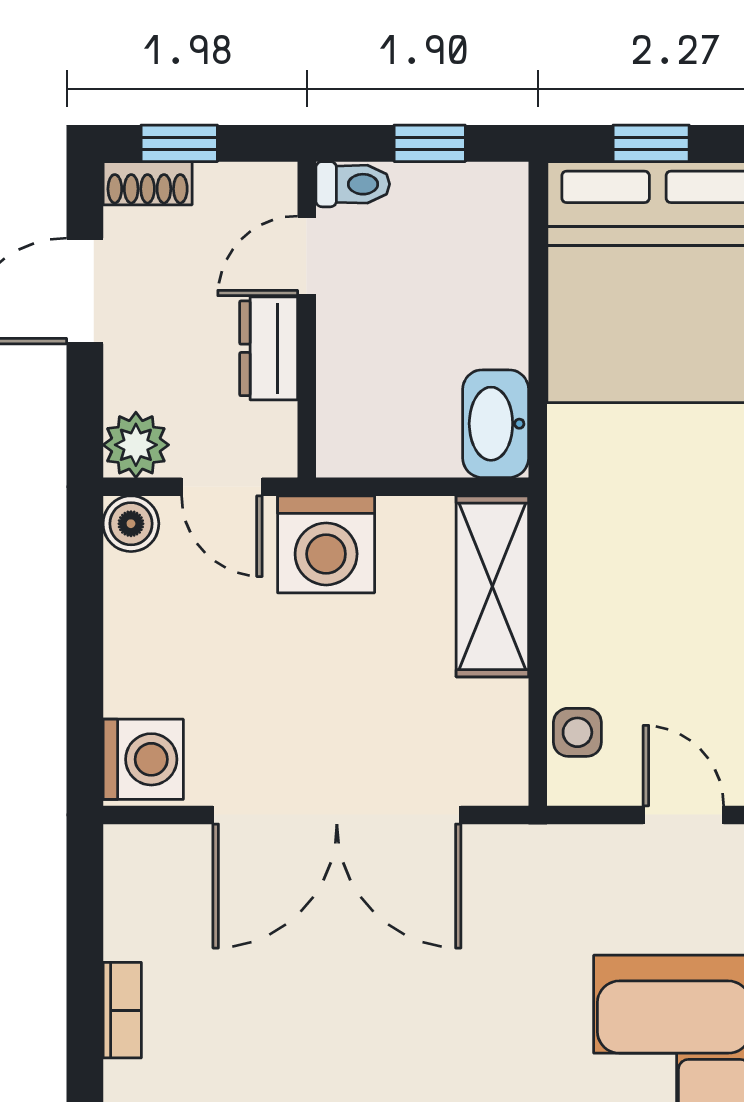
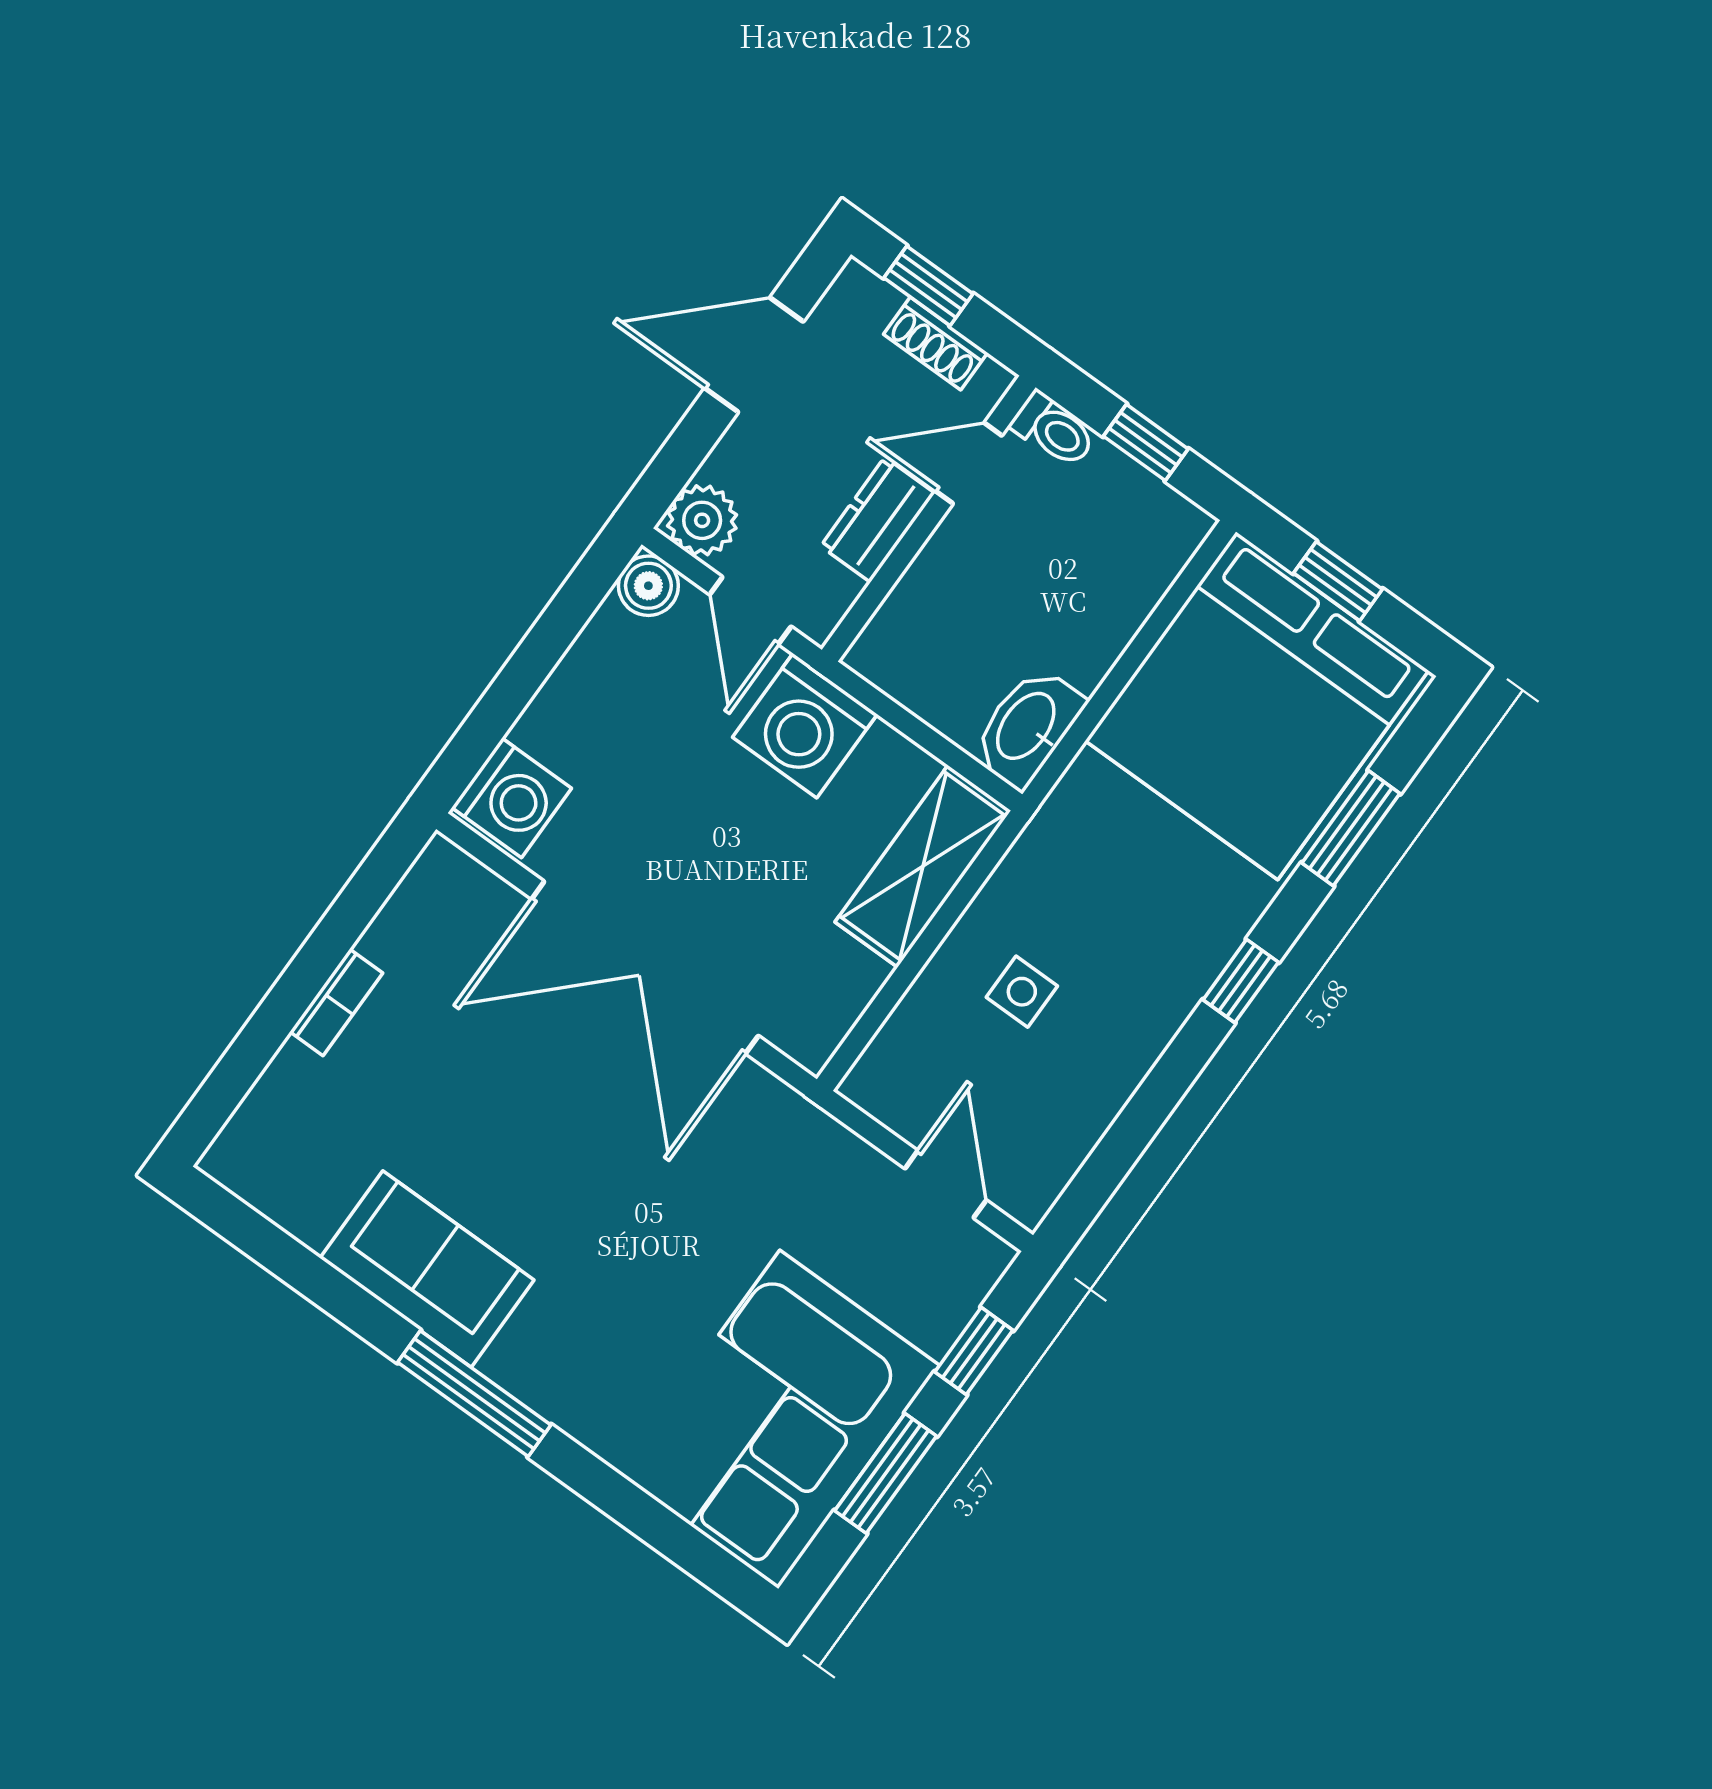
shoe rack: (148, 183) -> (936, 343), moved
side table: (577, 732) -> (1022, 992), moved

